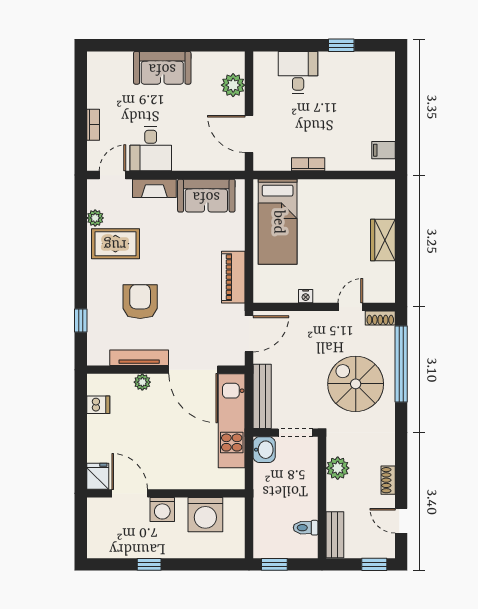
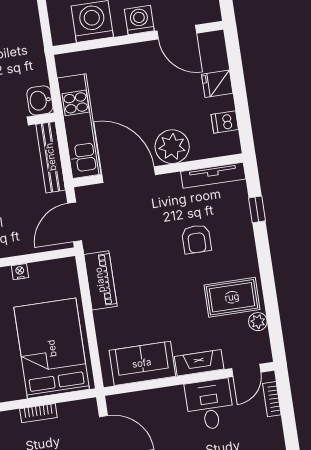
bookcase: (93, 125) -> (272, 399), moved
bed: (278, 222) -> (52, 348), width x1.50
armchair: (140, 302) -> (196, 239), width x0.72, depth x0.72
tv unit: (139, 358) -> (213, 175), moved
plant: (142, 382) -> (172, 147), width x1.88, depth x1.88
fridge: (98, 476) -> (217, 84), moved, turned 90

